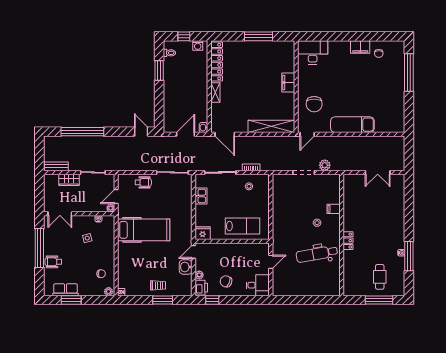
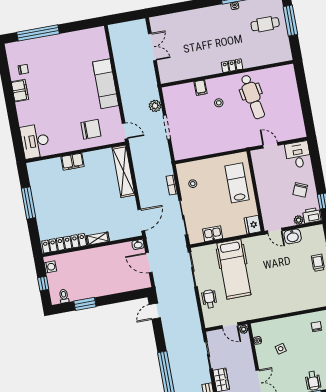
hospital bed: (144, 230) -> (234, 269), moved, turned 180

